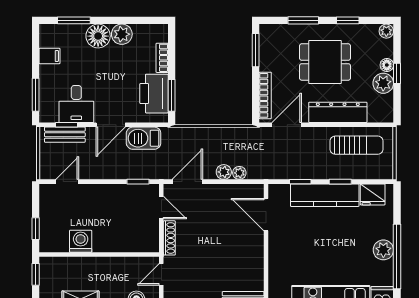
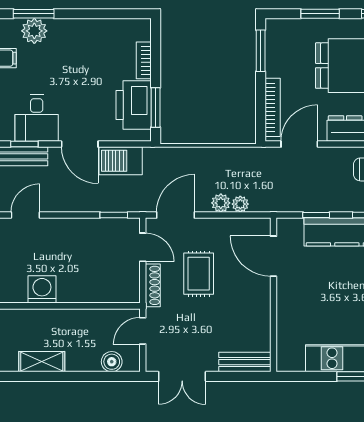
plant: (122, 34) -> (34, 31), moved
floor lamp: (98, 36) -> (64, 33), removed
door: (111, 125) -> (80, 144), hinge flipped
rug: (206, 229) -> (199, 274), added

